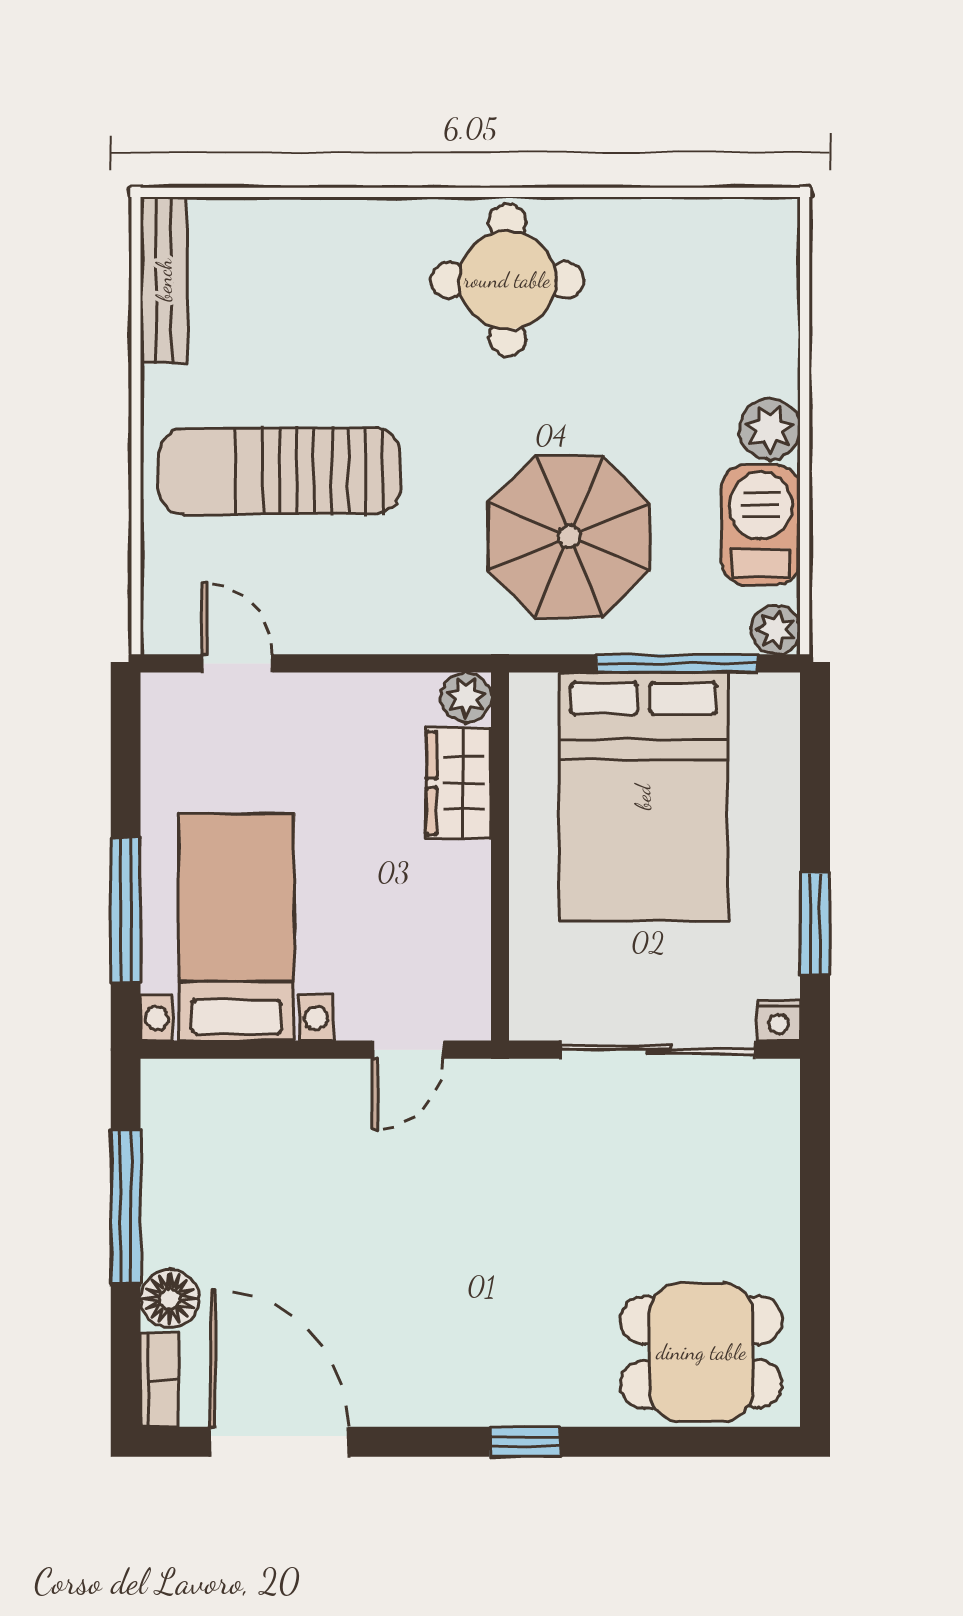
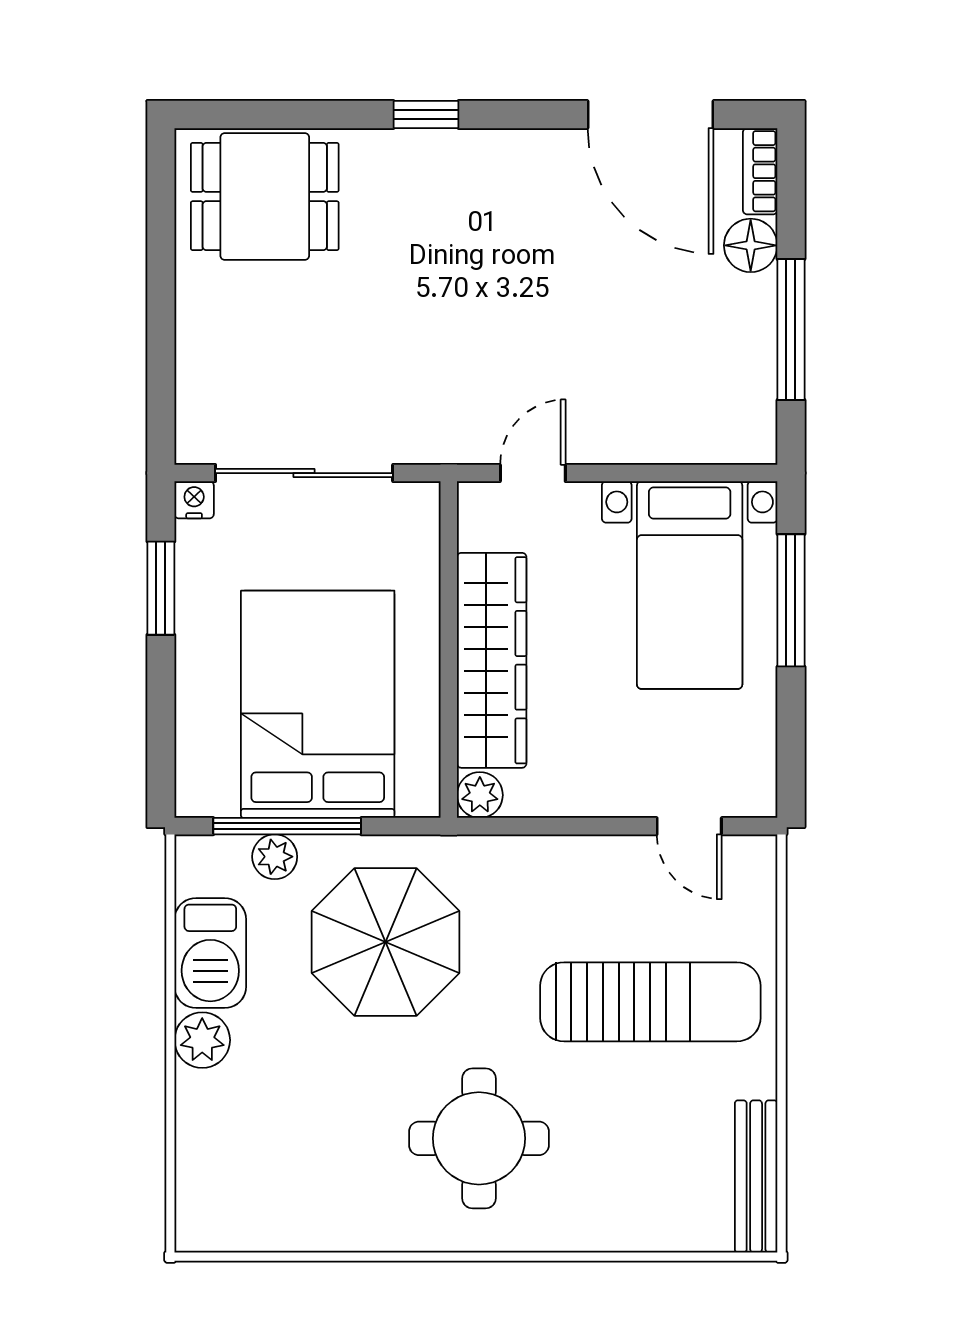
round table: (507, 280) -> (479, 1138), moved
plant: (776, 630) -> (275, 857), moved
wardrobe: (459, 783) -> (492, 660), width x2.10, depth x1.17

